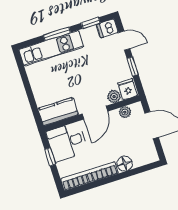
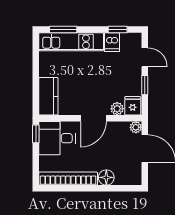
dishwasher: (107, 28) -> (112, 42), moved, turned -90
window: (57, 34) -> (63, 30), moved
kitchen counter: (58, 112) -> (48, 96), moved, turned 90
plant: (125, 112) -> (136, 127), moved
window: (50, 157) -> (36, 134), moved

